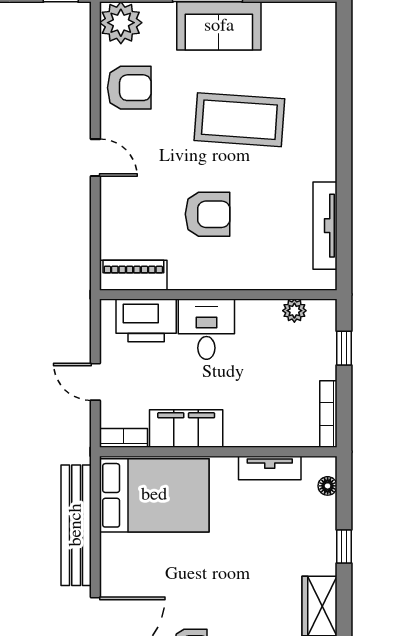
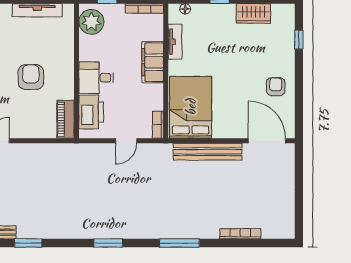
plant: (294, 311) -> (91, 22), width x1.88, depth x1.88
filing cabinet: (186, 429) -> (153, 62), moved

